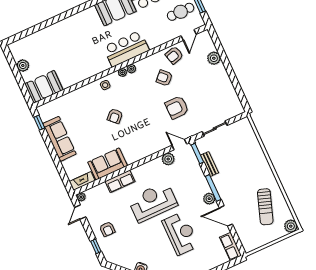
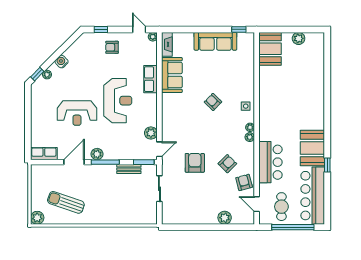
bar counter: (126, 49) -> (270, 162), moved

